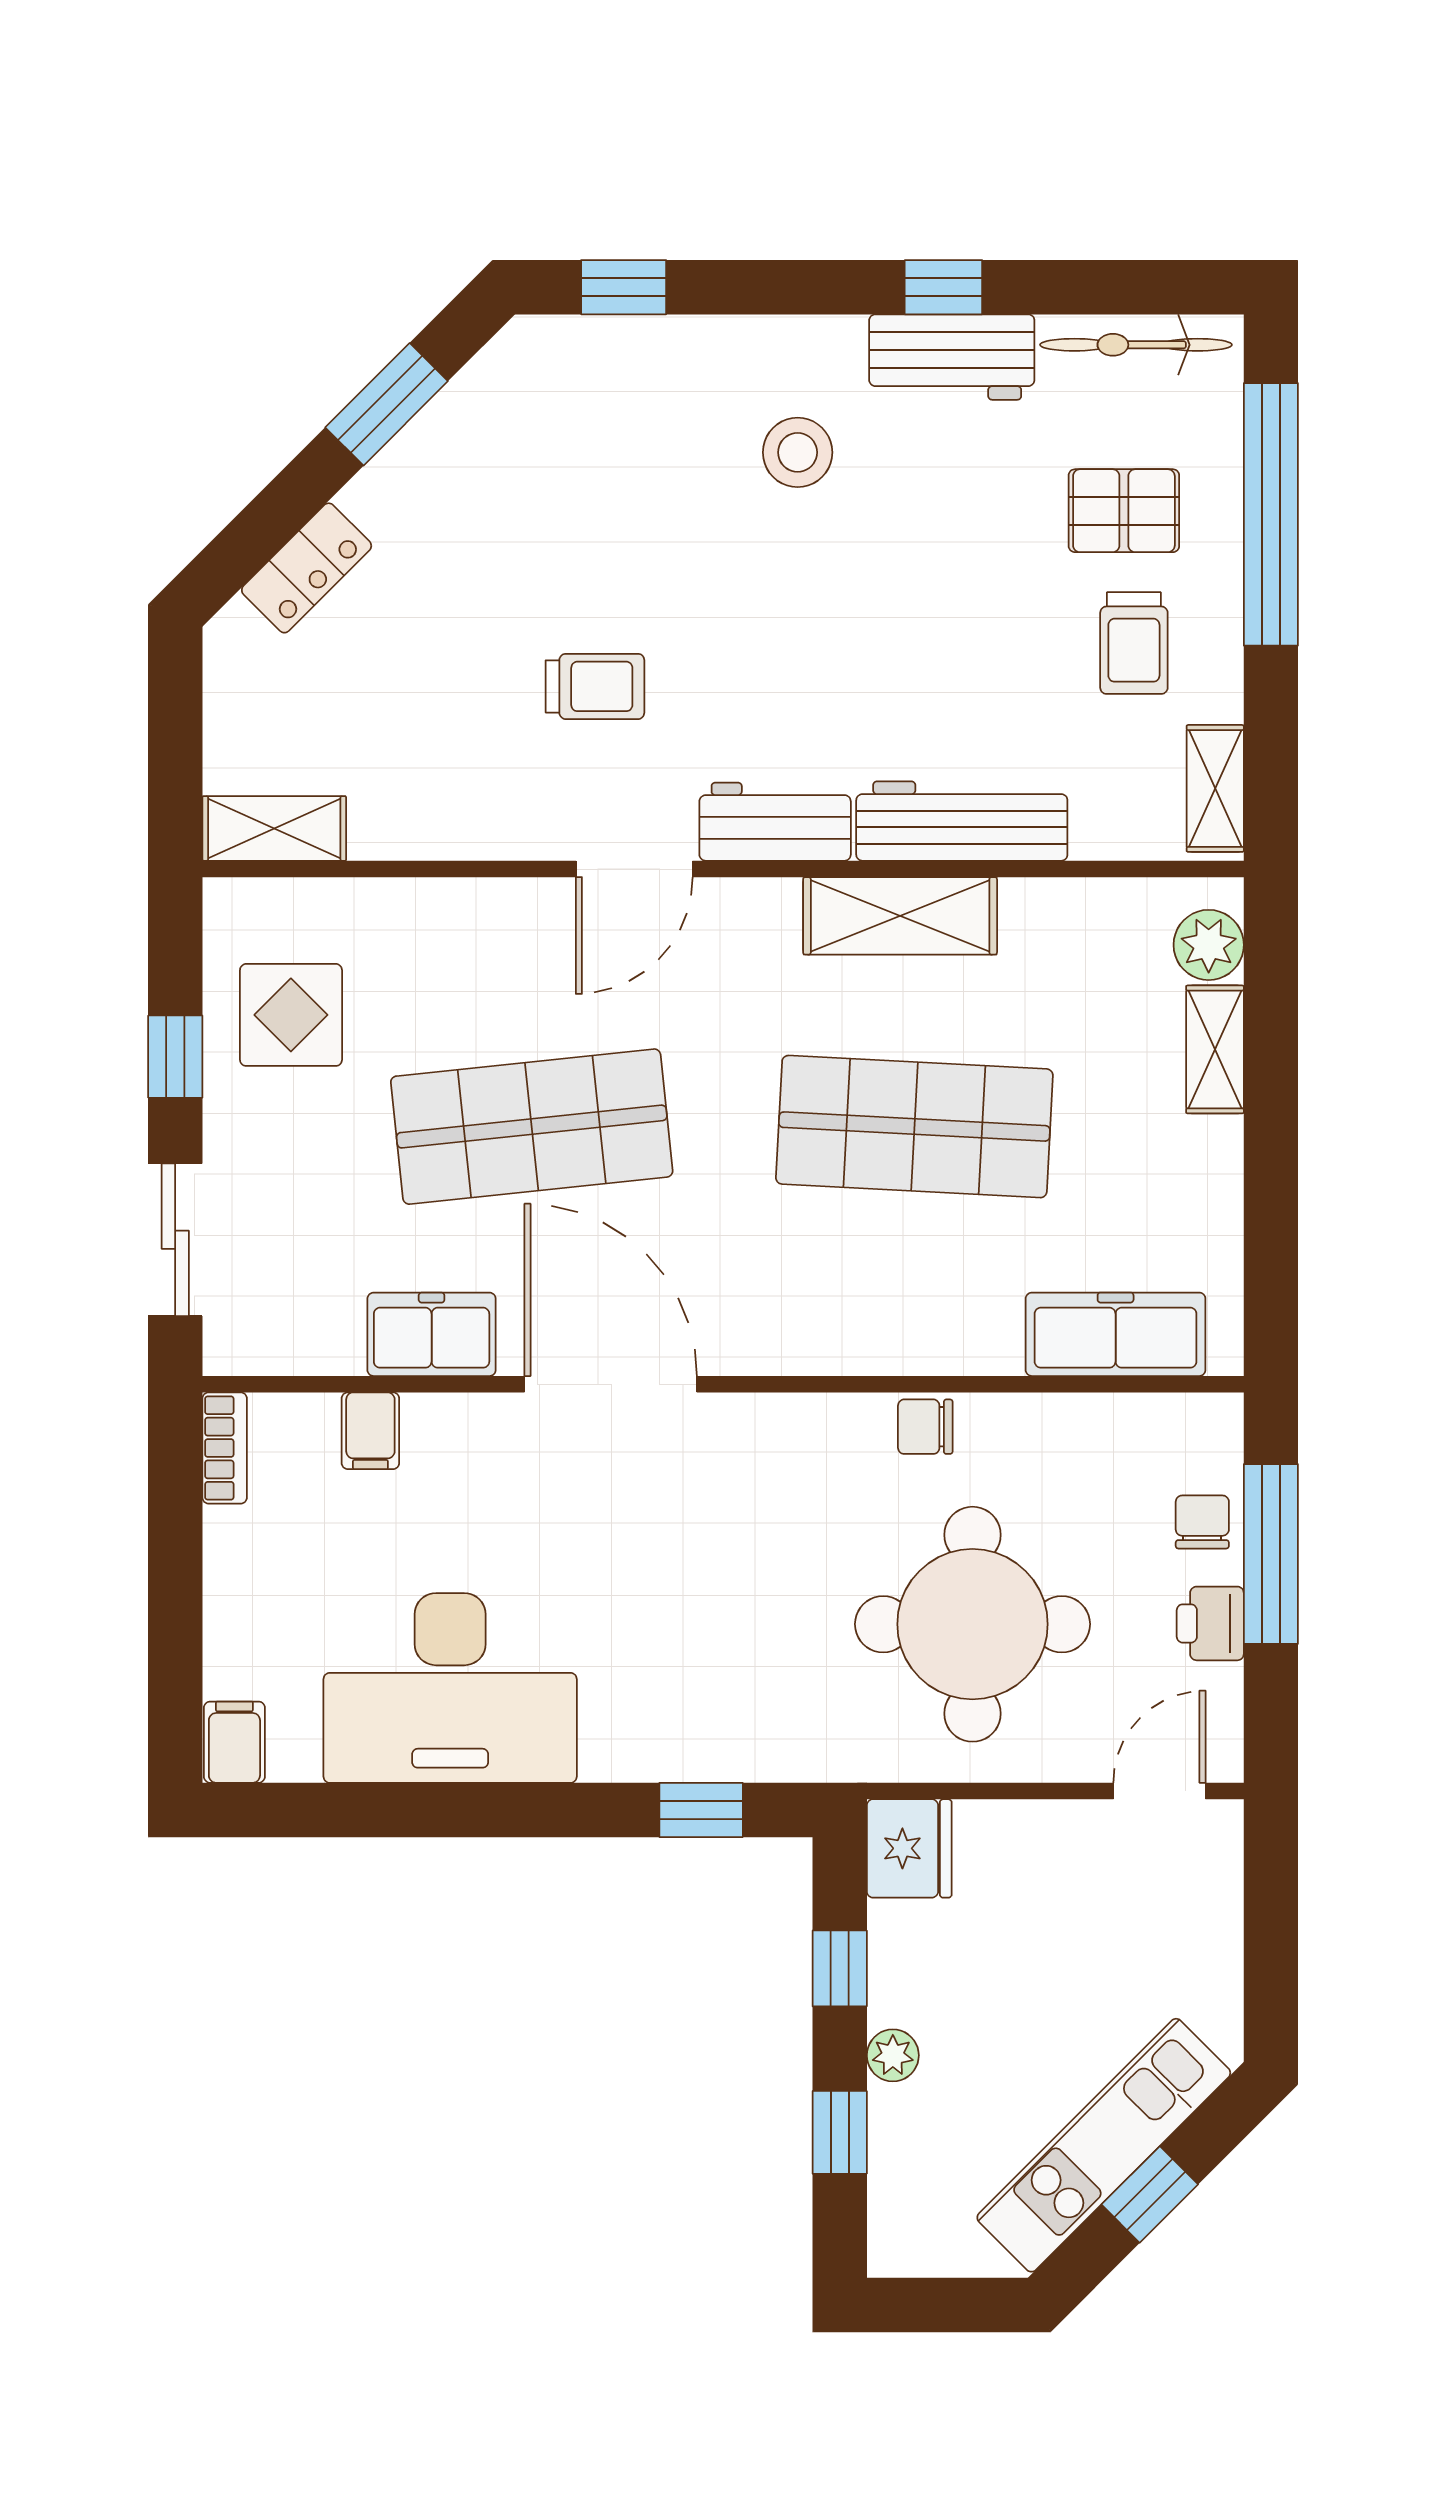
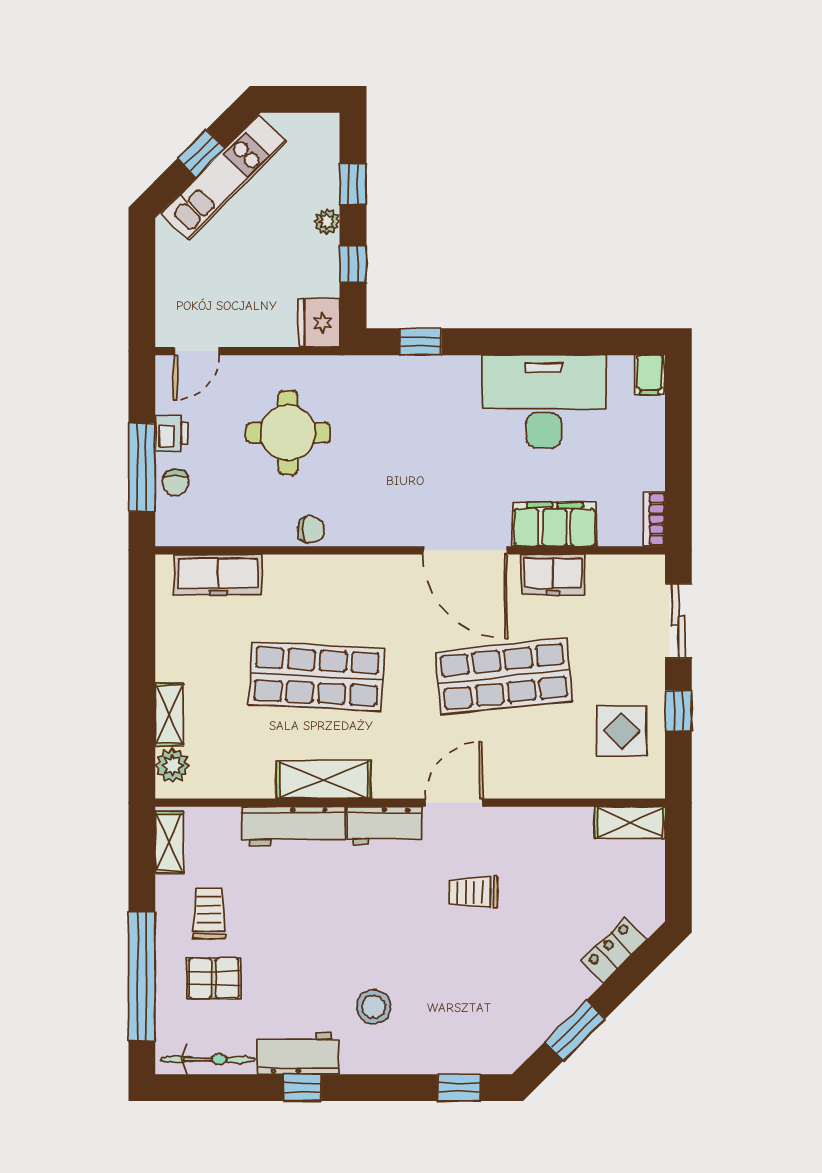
filing cabinet: (370, 1431) -> (555, 524), width x3.00, depth x1.17
round table: (972, 1624) -> (288, 433), width x0.73, depth x0.73

